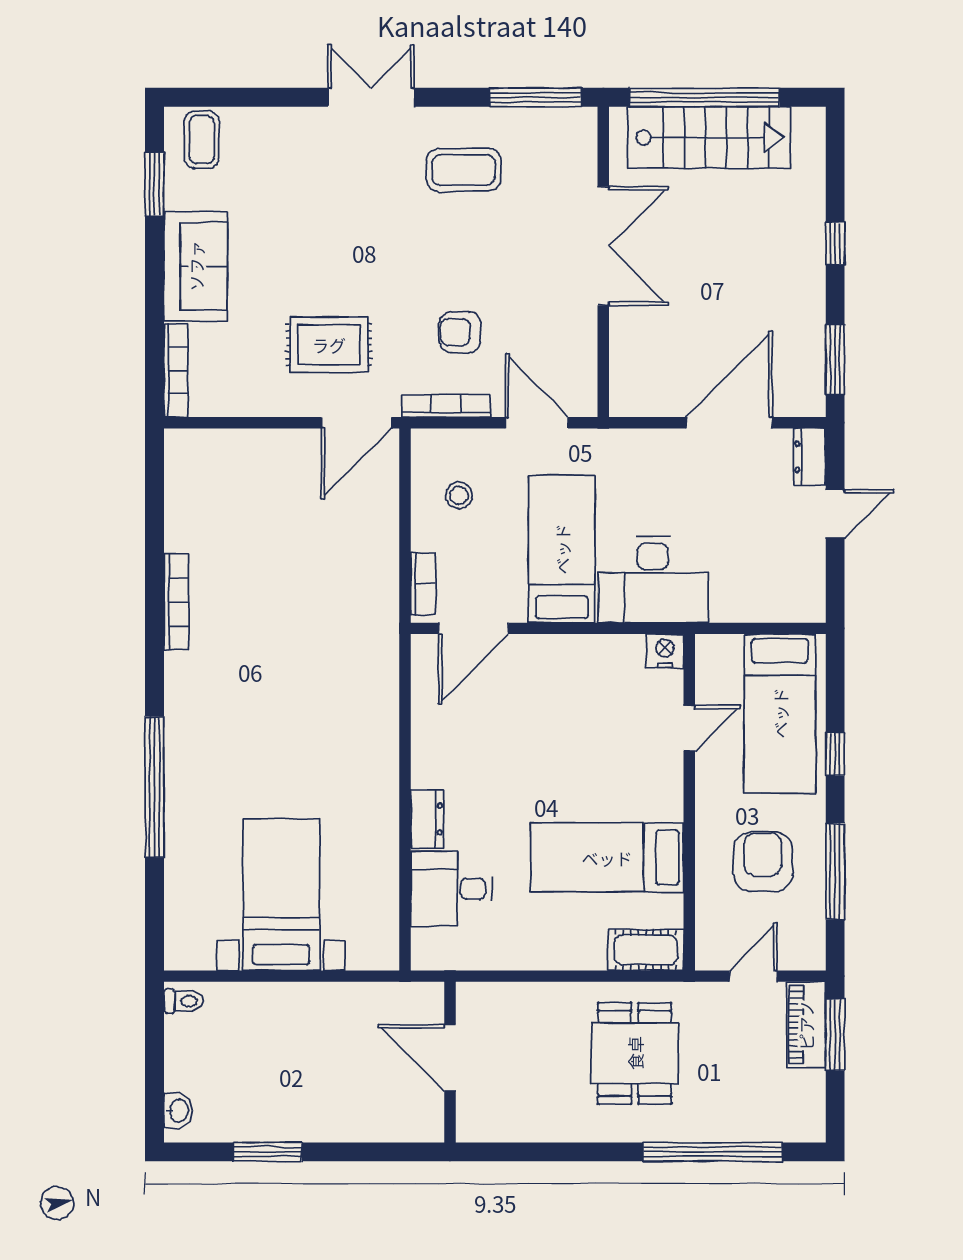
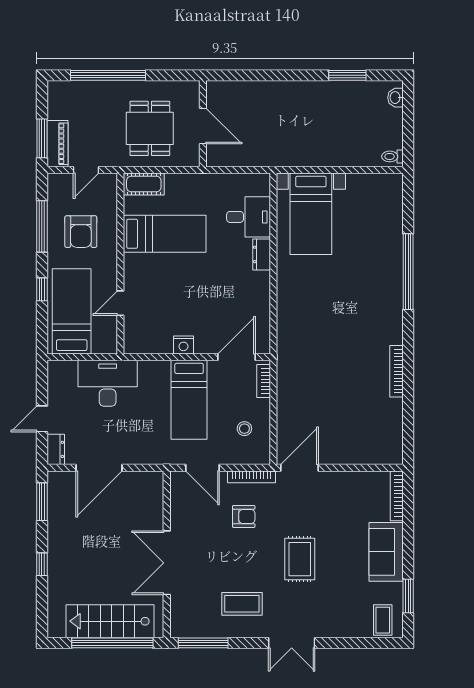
rug: (329, 345) -> (300, 559), moved, turned 90
desk: (653, 580) -> (108, 383), moved
nightstand: (665, 651) -> (183, 345), moved
bed with nightstands: (281, 895) -> (311, 214), moved
door: (450, 1058) -> (203, 126), moved
wall: (450, 1062) -> (203, 124), moved

